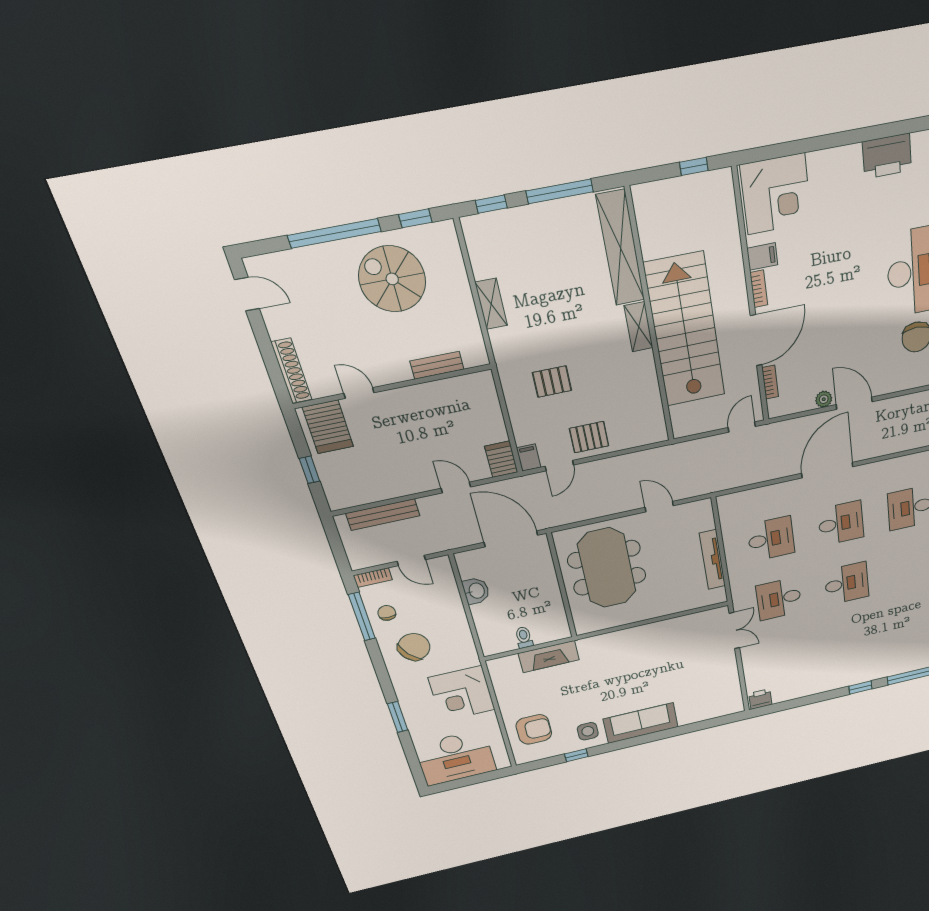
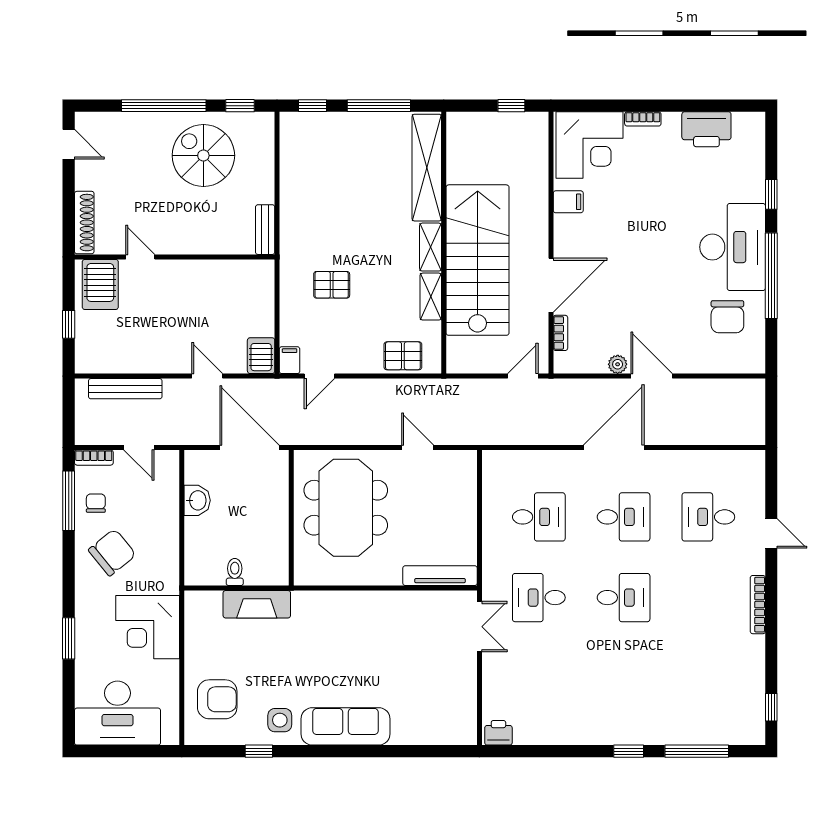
bookcase: (759, 289) -> (643, 119), moved, turned 90
shelving: (491, 304) -> (431, 297), moved
bench: (437, 365) -> (265, 230), moved, turned 90
pallet: (589, 437) -> (403, 356), moved
tv unit: (712, 560) -> (440, 576), moved, turned 90

